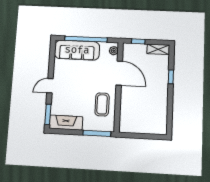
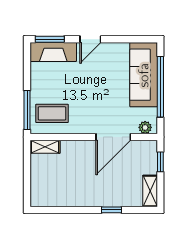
door: (50, 86) -> (90, 39), swing flipped
coffee table: (102, 104) -> (52, 113), moved
shelving: (124, 122) -> (45, 147), added
fireplace: (66, 123) -> (53, 52), moved, turned 90

